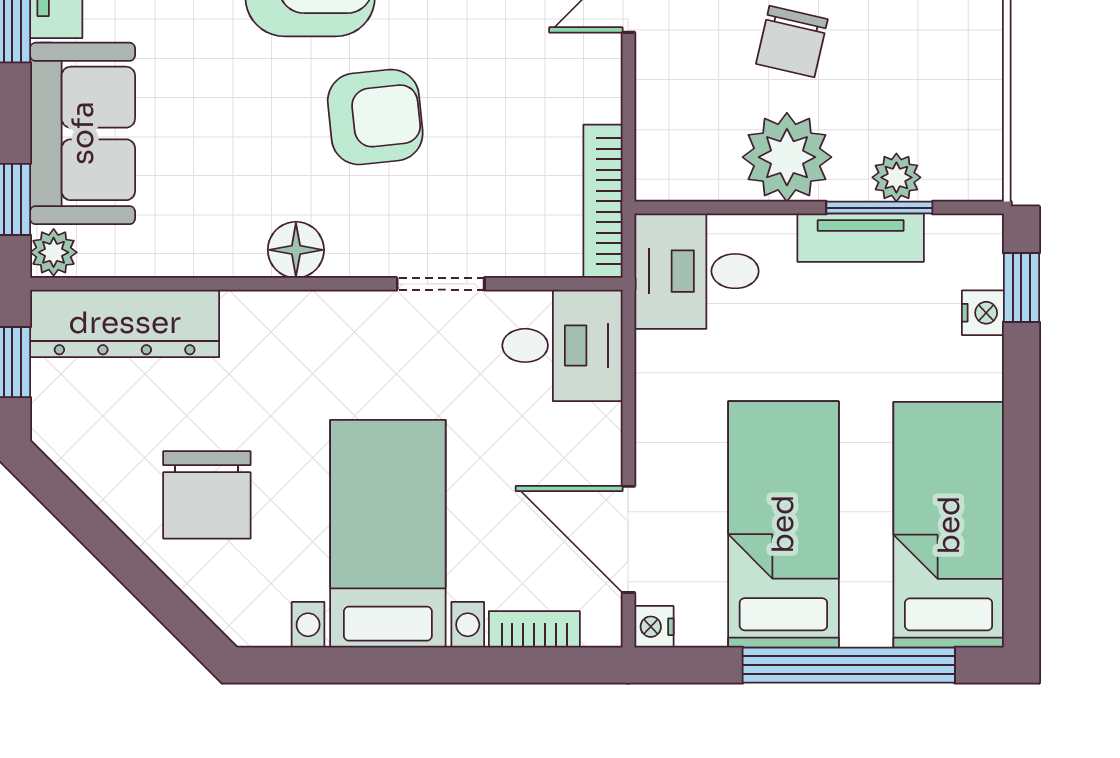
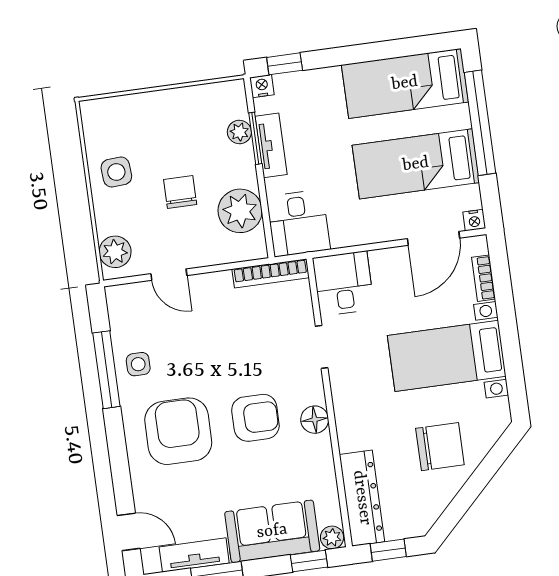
chair: (792, 41) -> (180, 192), turned -103
armchair: (375, 117) -> (255, 418), moved, turned 96
plant: (787, 157) -> (240, 211), moved
nightstand: (983, 313) -> (262, 86), moved

